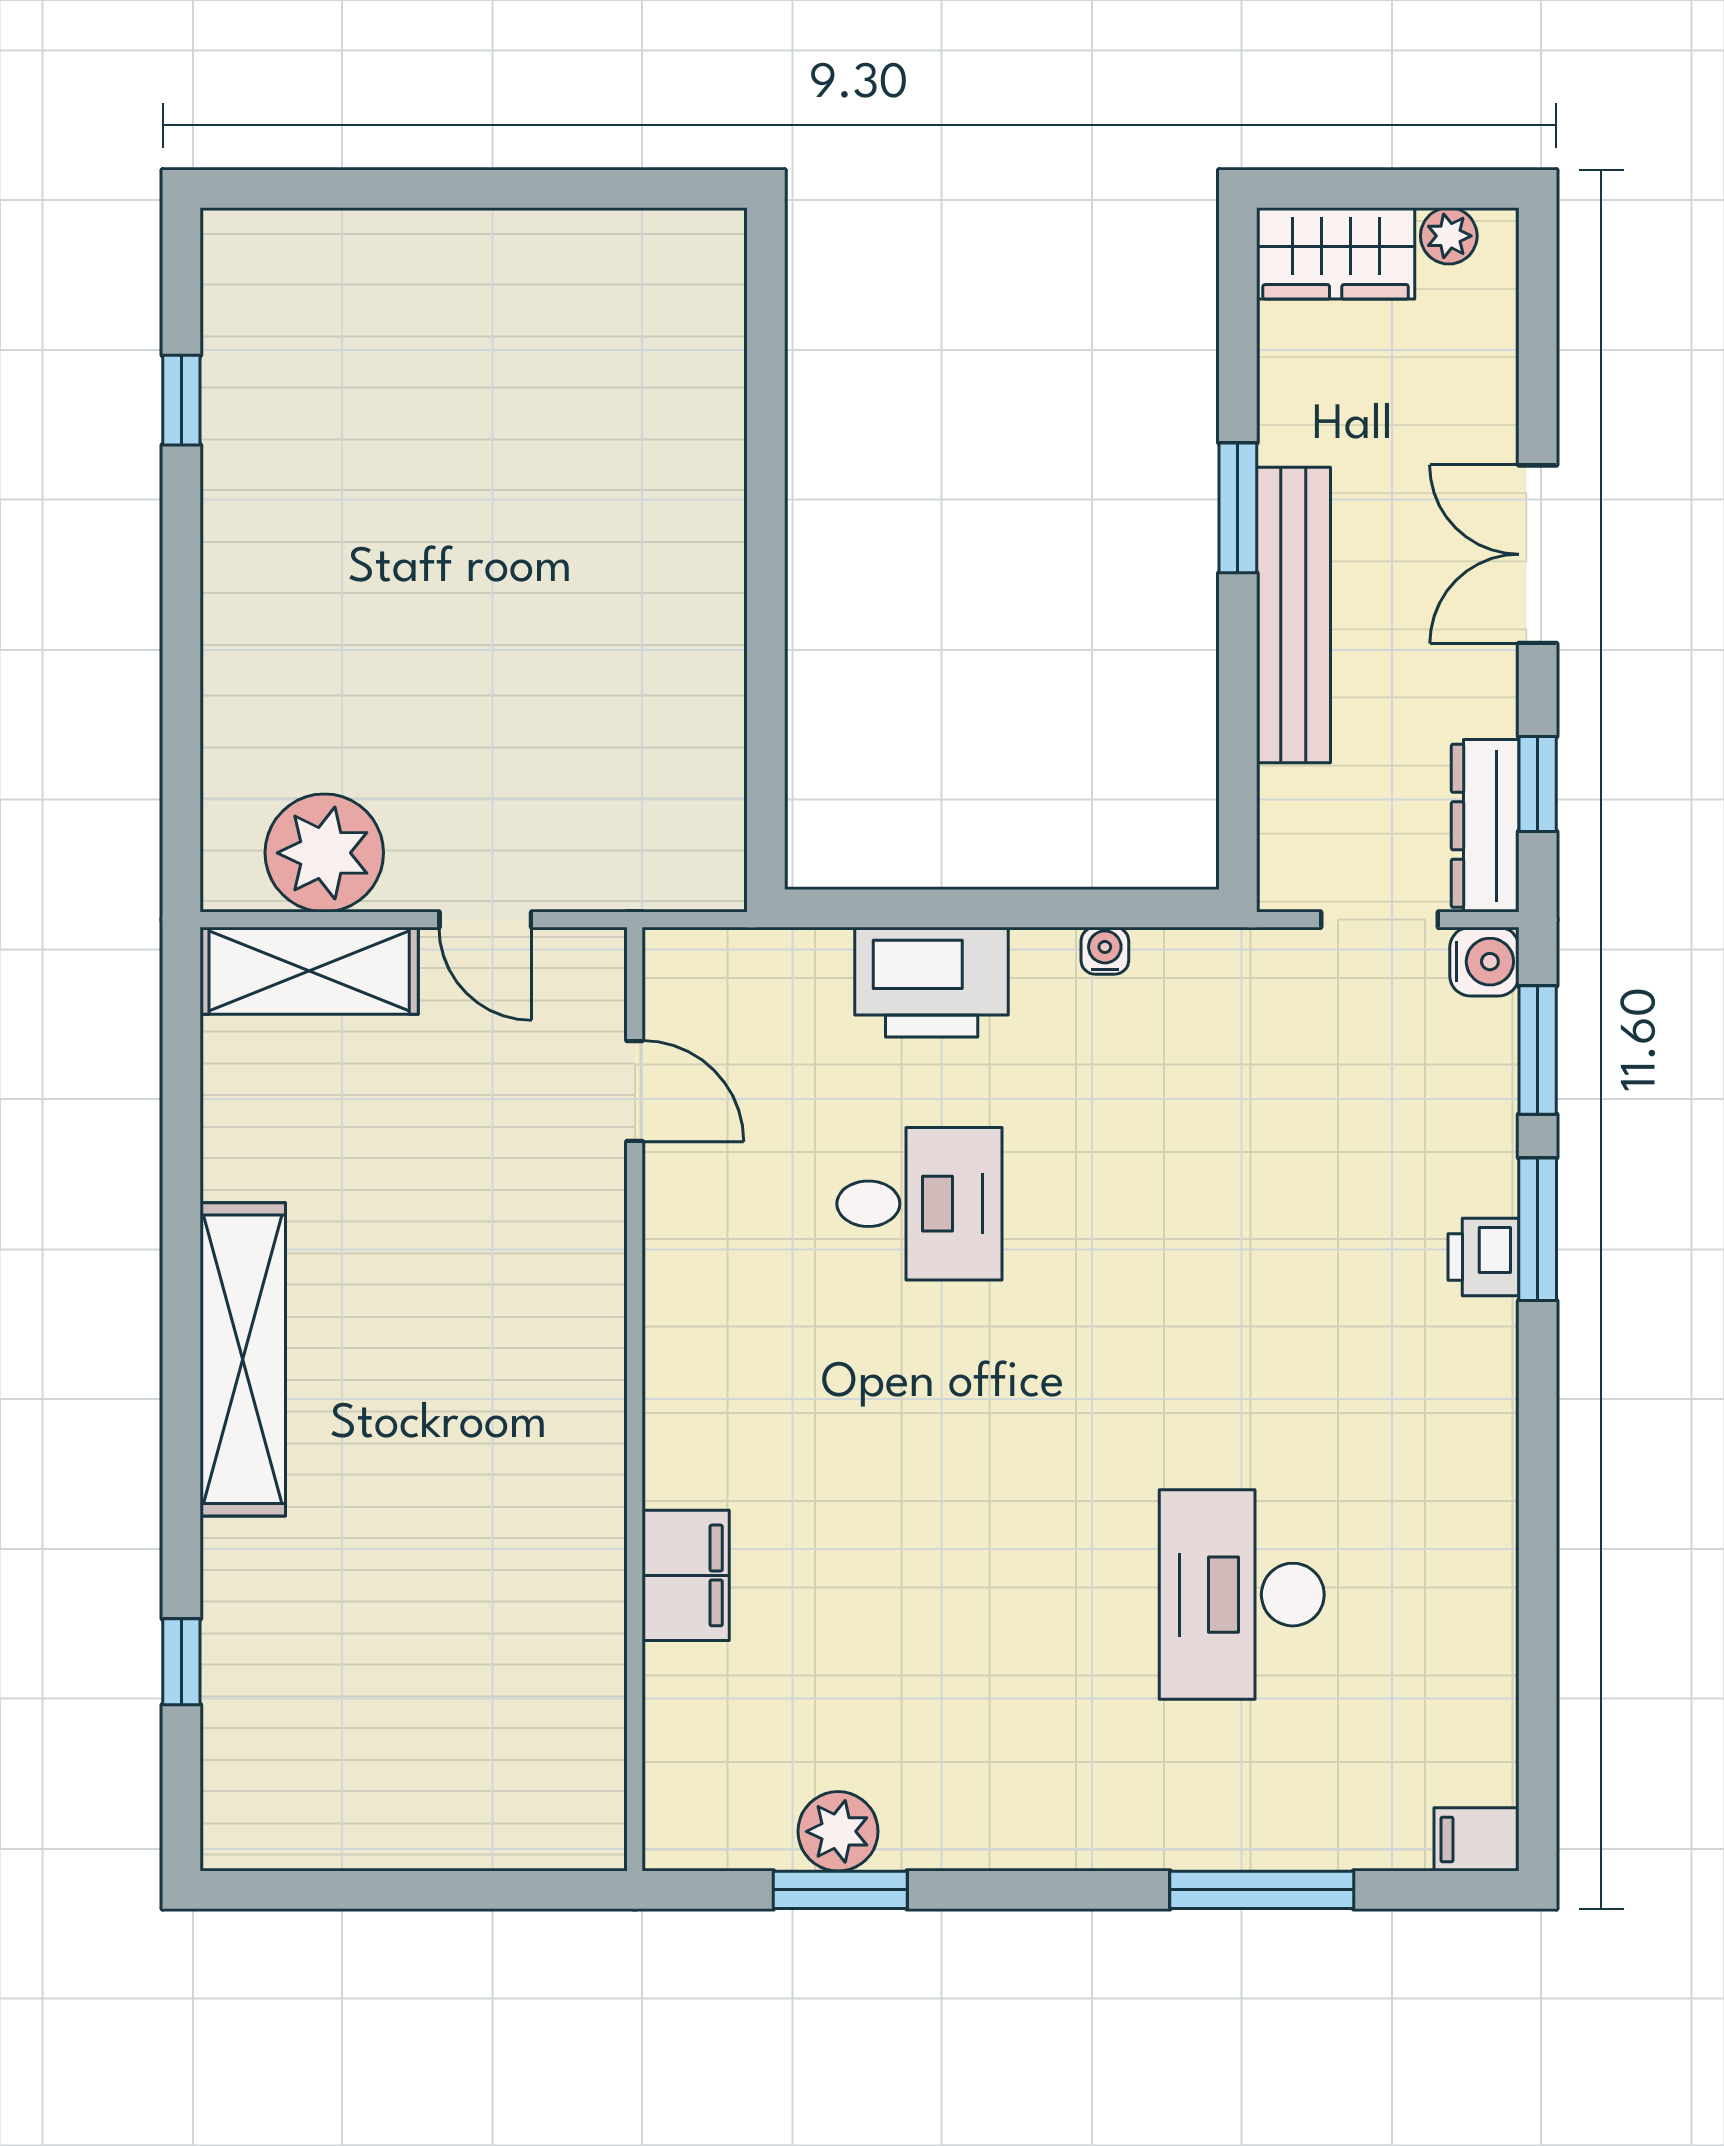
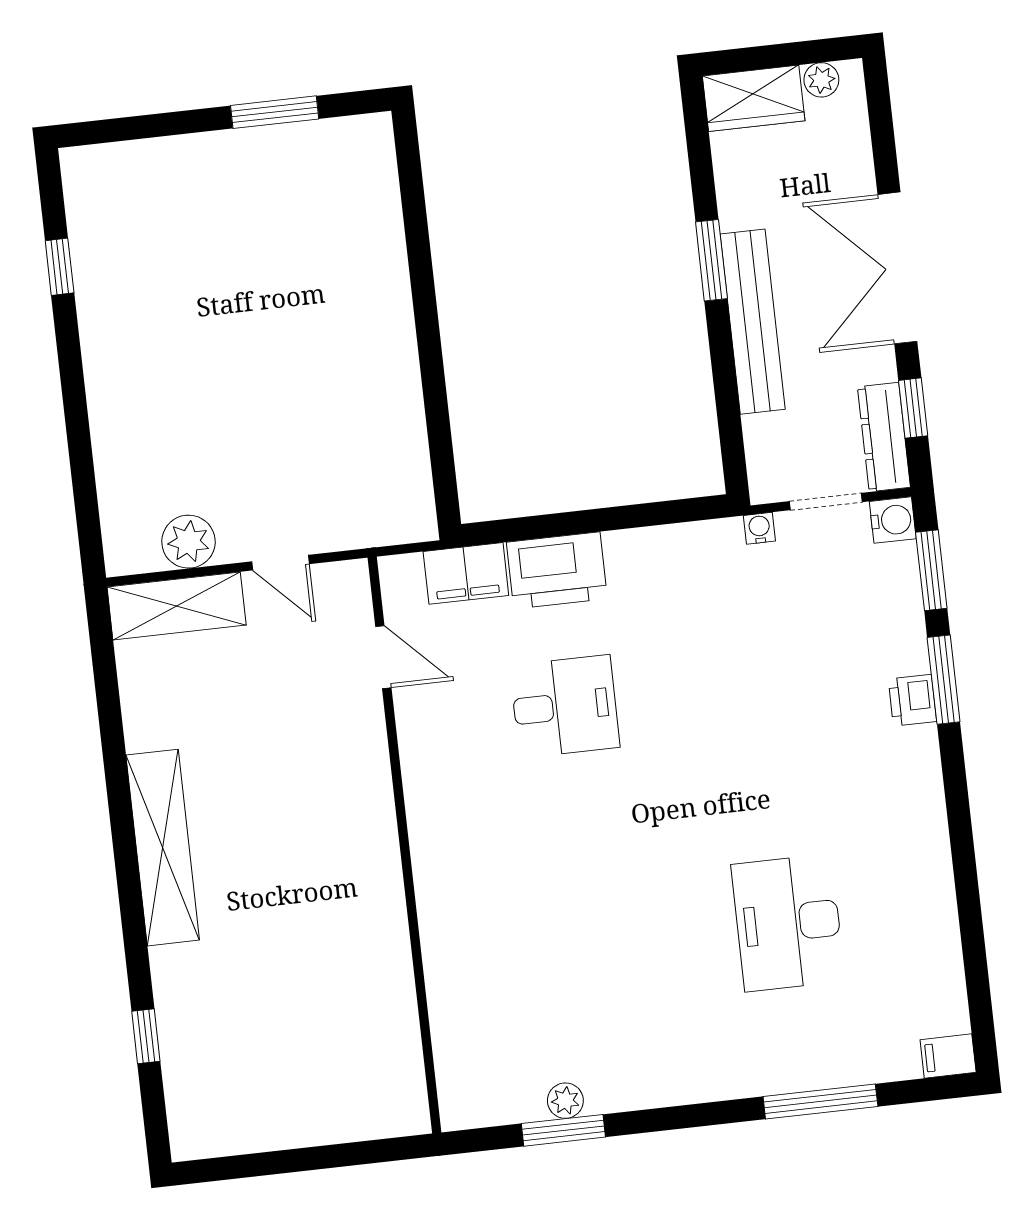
window: (558, 189) -> (275, 112), added
double door: (1538, 554) -> (897, 268), width x1.37
plant: (324, 853) -> (188, 542), width x0.73, depth x0.73
water cooler: (1105, 951) -> (759, 528), moved
filing cabinet: (686, 1575) -> (466, 573), moved, turned 90
plant: (838, 1831) -> (565, 1101), width x0.73, depth x0.73

